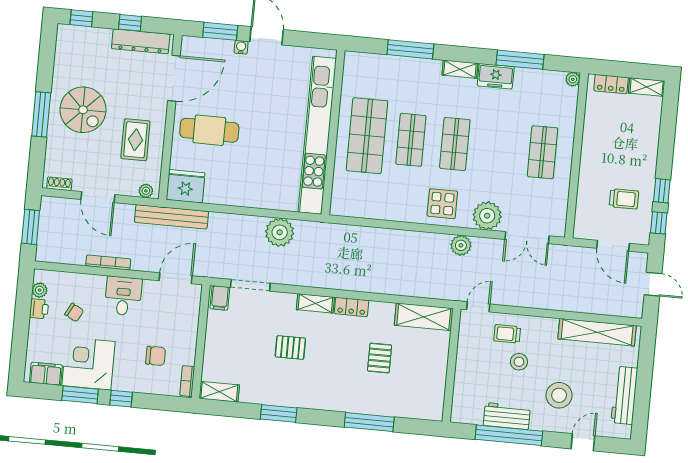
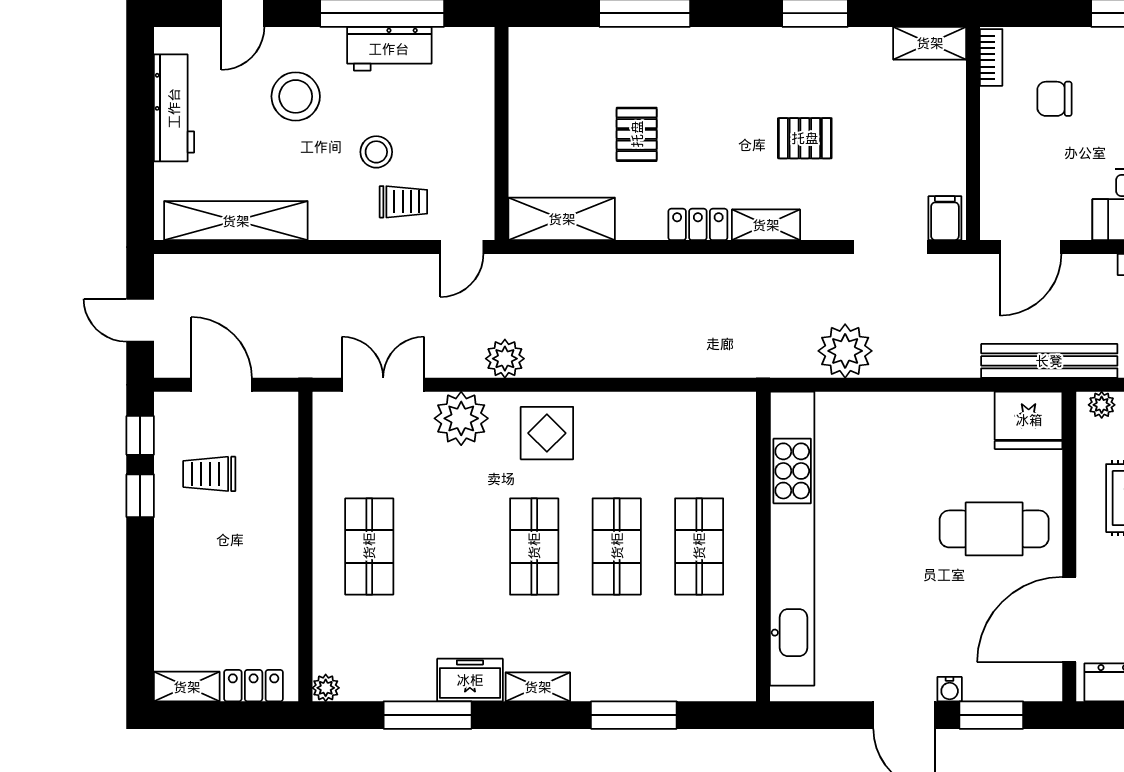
shop shelf: (367, 136) -> (699, 546), width x0.70, depth x0.74

